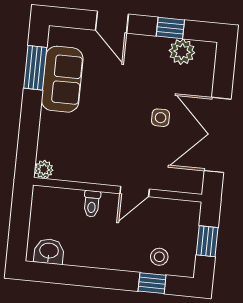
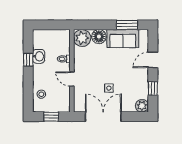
plant: (182, 52) -> (142, 106), moved
floor lamp: (53, 128) -> (99, 37), added
plant: (44, 169) -> (82, 38), width x1.88, depth x1.88
washbasin: (49, 251) -> (39, 56), moved
window: (152, 283) -> (28, 60), moved

